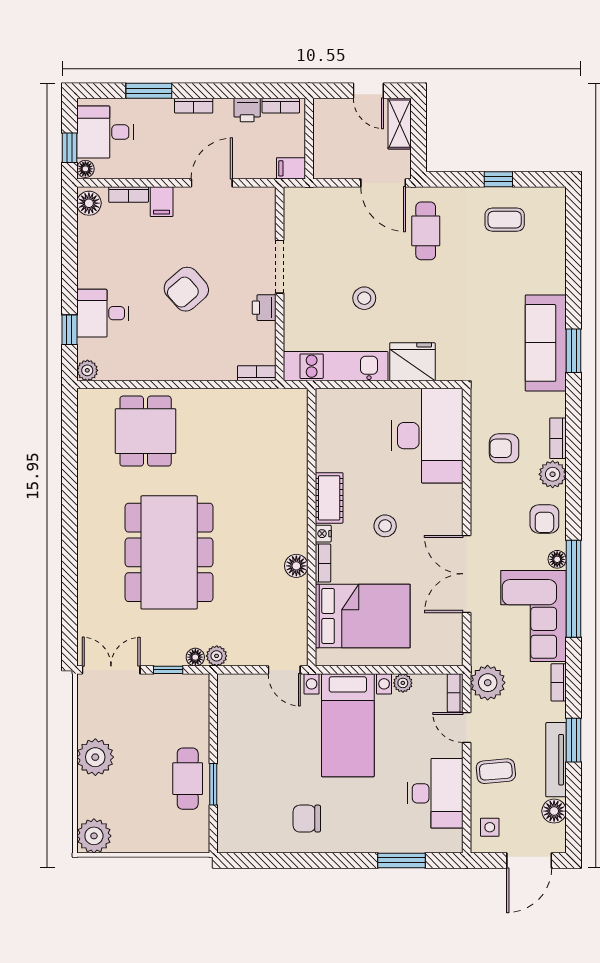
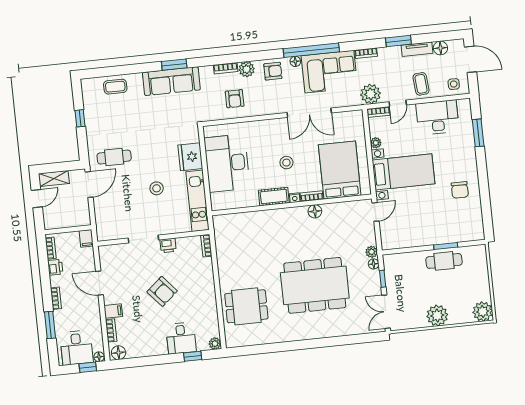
coffee table: (505, 220) -> (115, 87), moved, turned 90
desk: (427, 436) -> (227, 163), moved, turned -90
tv unit: (556, 760) -> (417, 49), width x0.71

